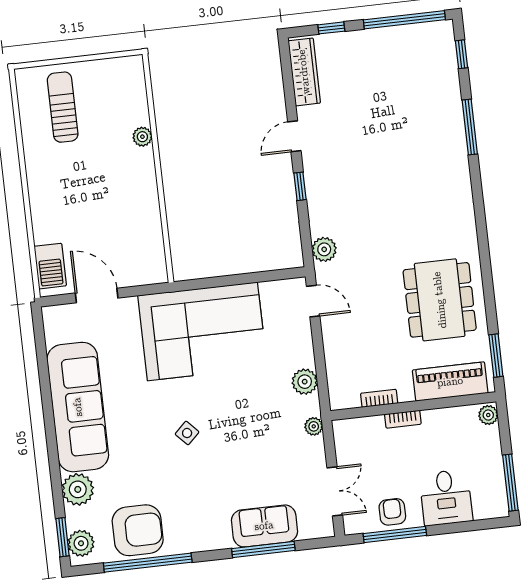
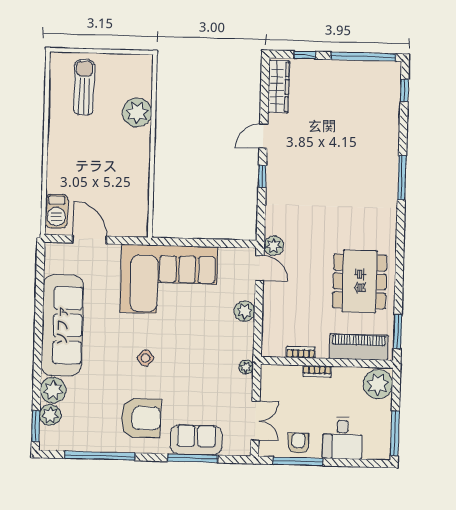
window: (470, 127) -> (402, 178), moved
plant: (142, 137) -> (137, 113), width x1.87, depth x1.87
plant: (324, 249) -> (274, 246), moved
plant: (305, 382) -> (245, 311), moved
plant: (488, 415) -> (378, 384), width x1.88, depth x1.88
armchair: (138, 530) -> (141, 418), moved
plant: (81, 543) -> (50, 415), moved

